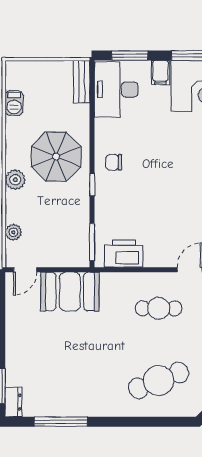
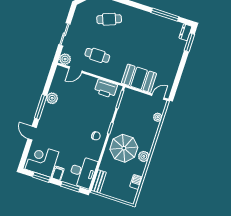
plant: (15, 180) -> (144, 156), moved
cafe table: (159, 381) -> (109, 19), width x0.73, depth x0.74

